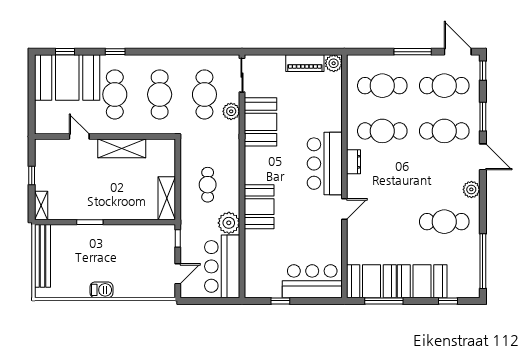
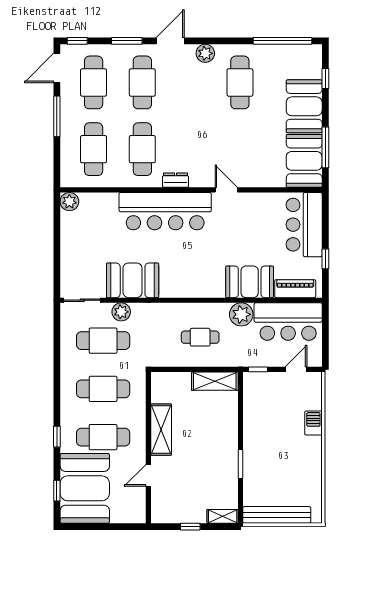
piano: (305, 63) -> (295, 289), moved, turned -90
bar counter: (325, 164) -> (165, 211), width x1.36
booth: (259, 207) -> (250, 282), moved
door: (178, 274) -> (296, 369), hinge flipped
barbecue: (101, 290) -> (313, 423), moved

